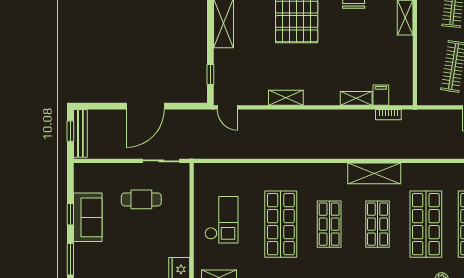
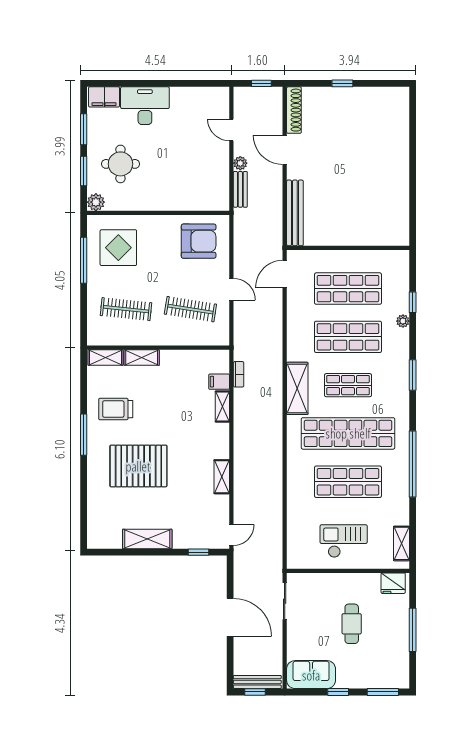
cafe table: (141, 199) -> (352, 624), moved
sofa: (88, 217) -> (311, 675), moved
shop shelf: (329, 224) -> (348, 433), width x2.00, depth x1.36

